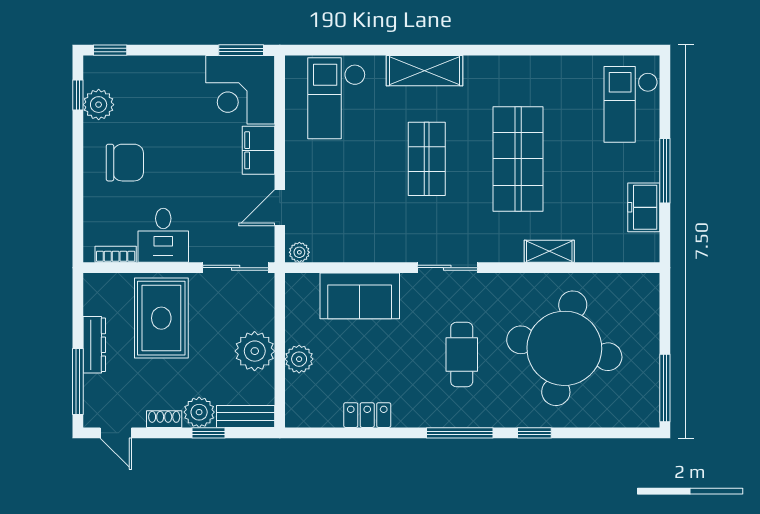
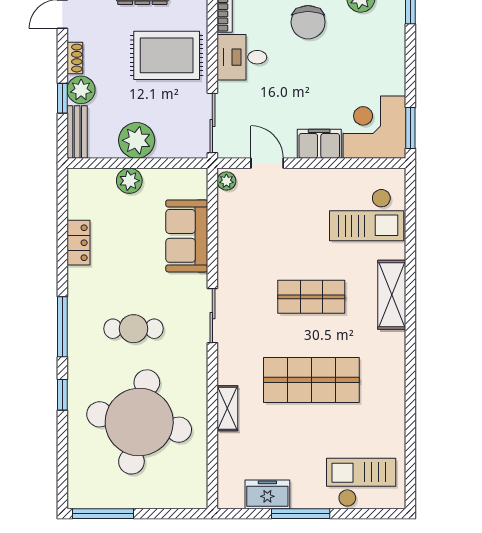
checkout: (337, 98) -> (367, 215), turned 180

